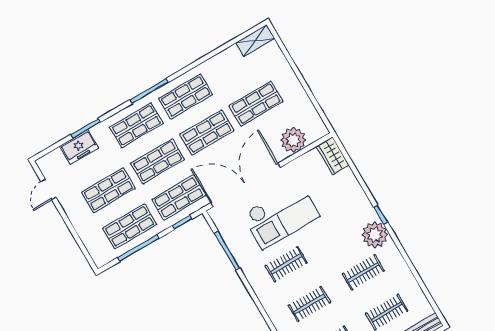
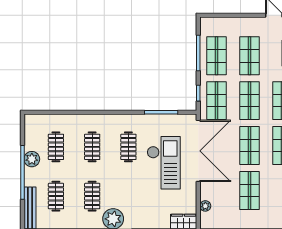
plant: (293, 140) -> (205, 206), width x0.53, depth x0.53
checkout: (281, 215) -> (164, 163), turned 180

